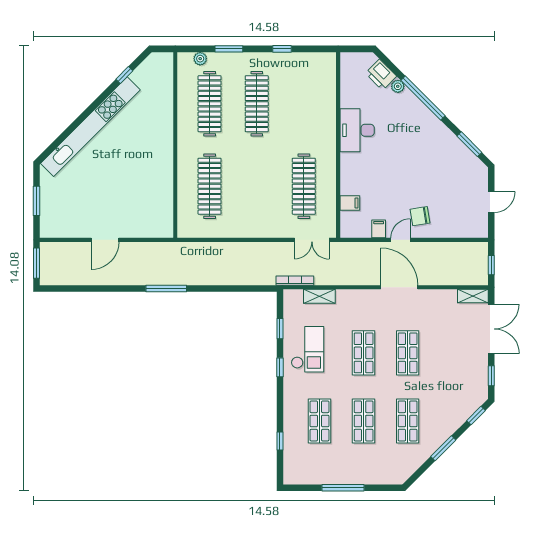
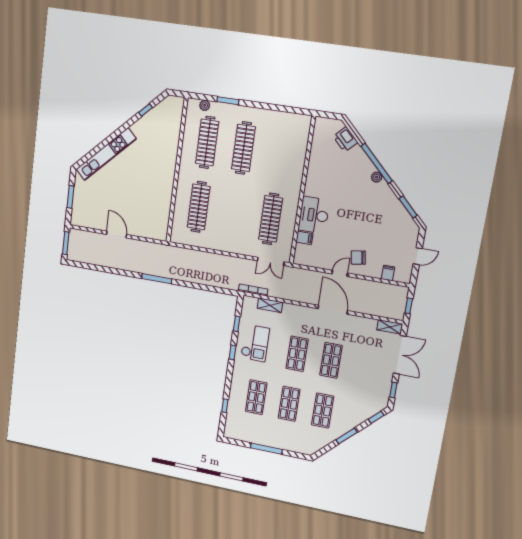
window: (282, 49) -> (269, 107), removed
plant: (398, 86) -> (377, 177), moved
kitchen unit: (90, 127) -> (106, 154), width x0.73
desk: (357, 130) -> (314, 215), moved
filing cabinet: (379, 229) -> (388, 273), moved
door: (105, 240) -> (117, 234), swing flipped

